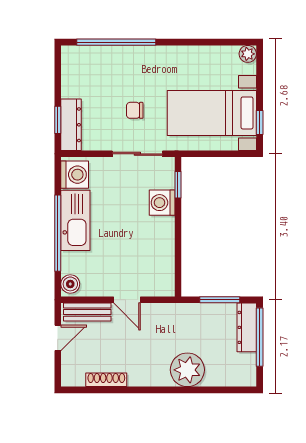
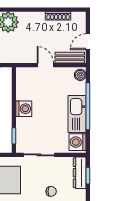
chair: (135, 110) -> (51, 191), moved
washing machine: (162, 203) -> (24, 109), moved

